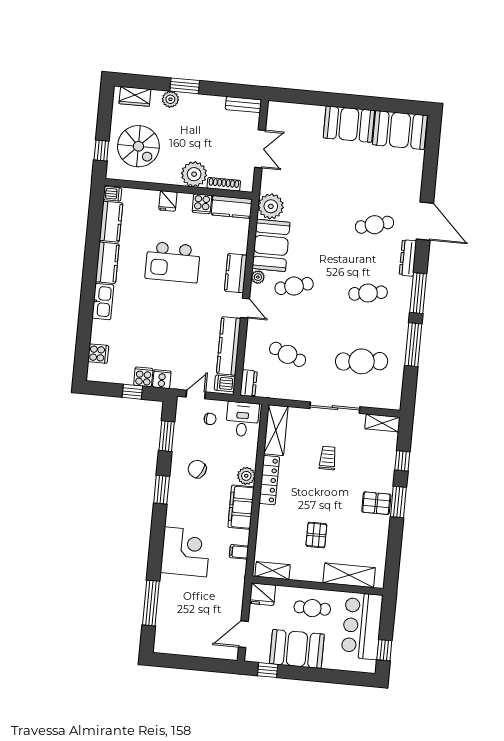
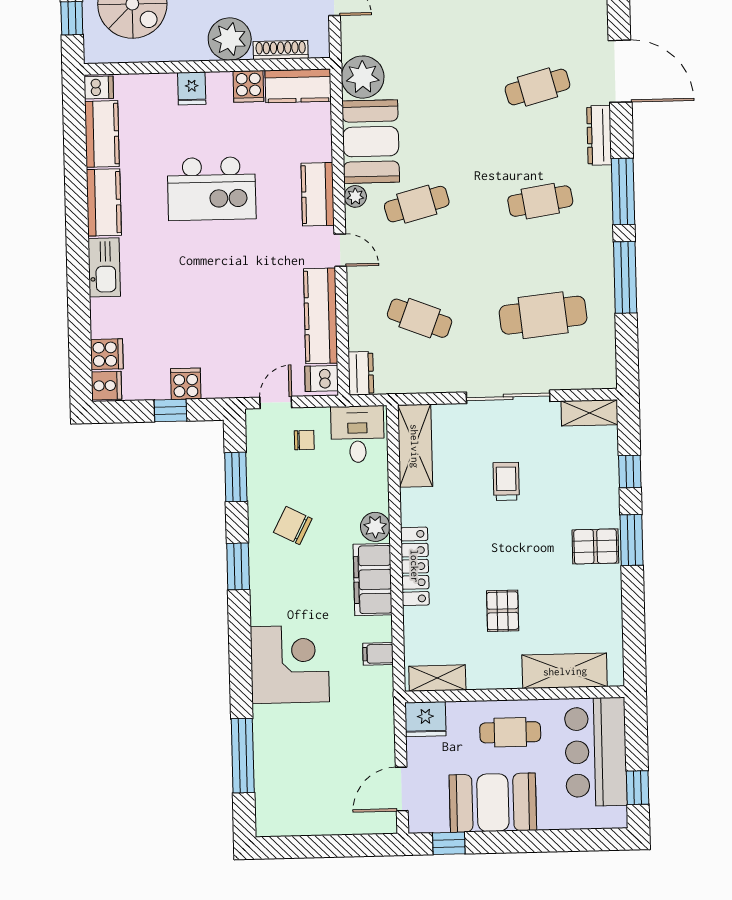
cooker: (162, 379) -> (106, 386), moved, turned 90
locker: (269, 480) -> (415, 566), moved

